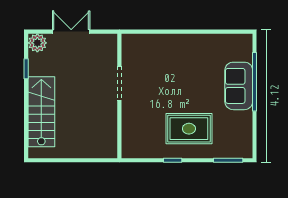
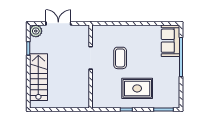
coffee table: (163, 83) -> (120, 58), added
sofa: (239, 86) -> (170, 41), moved

